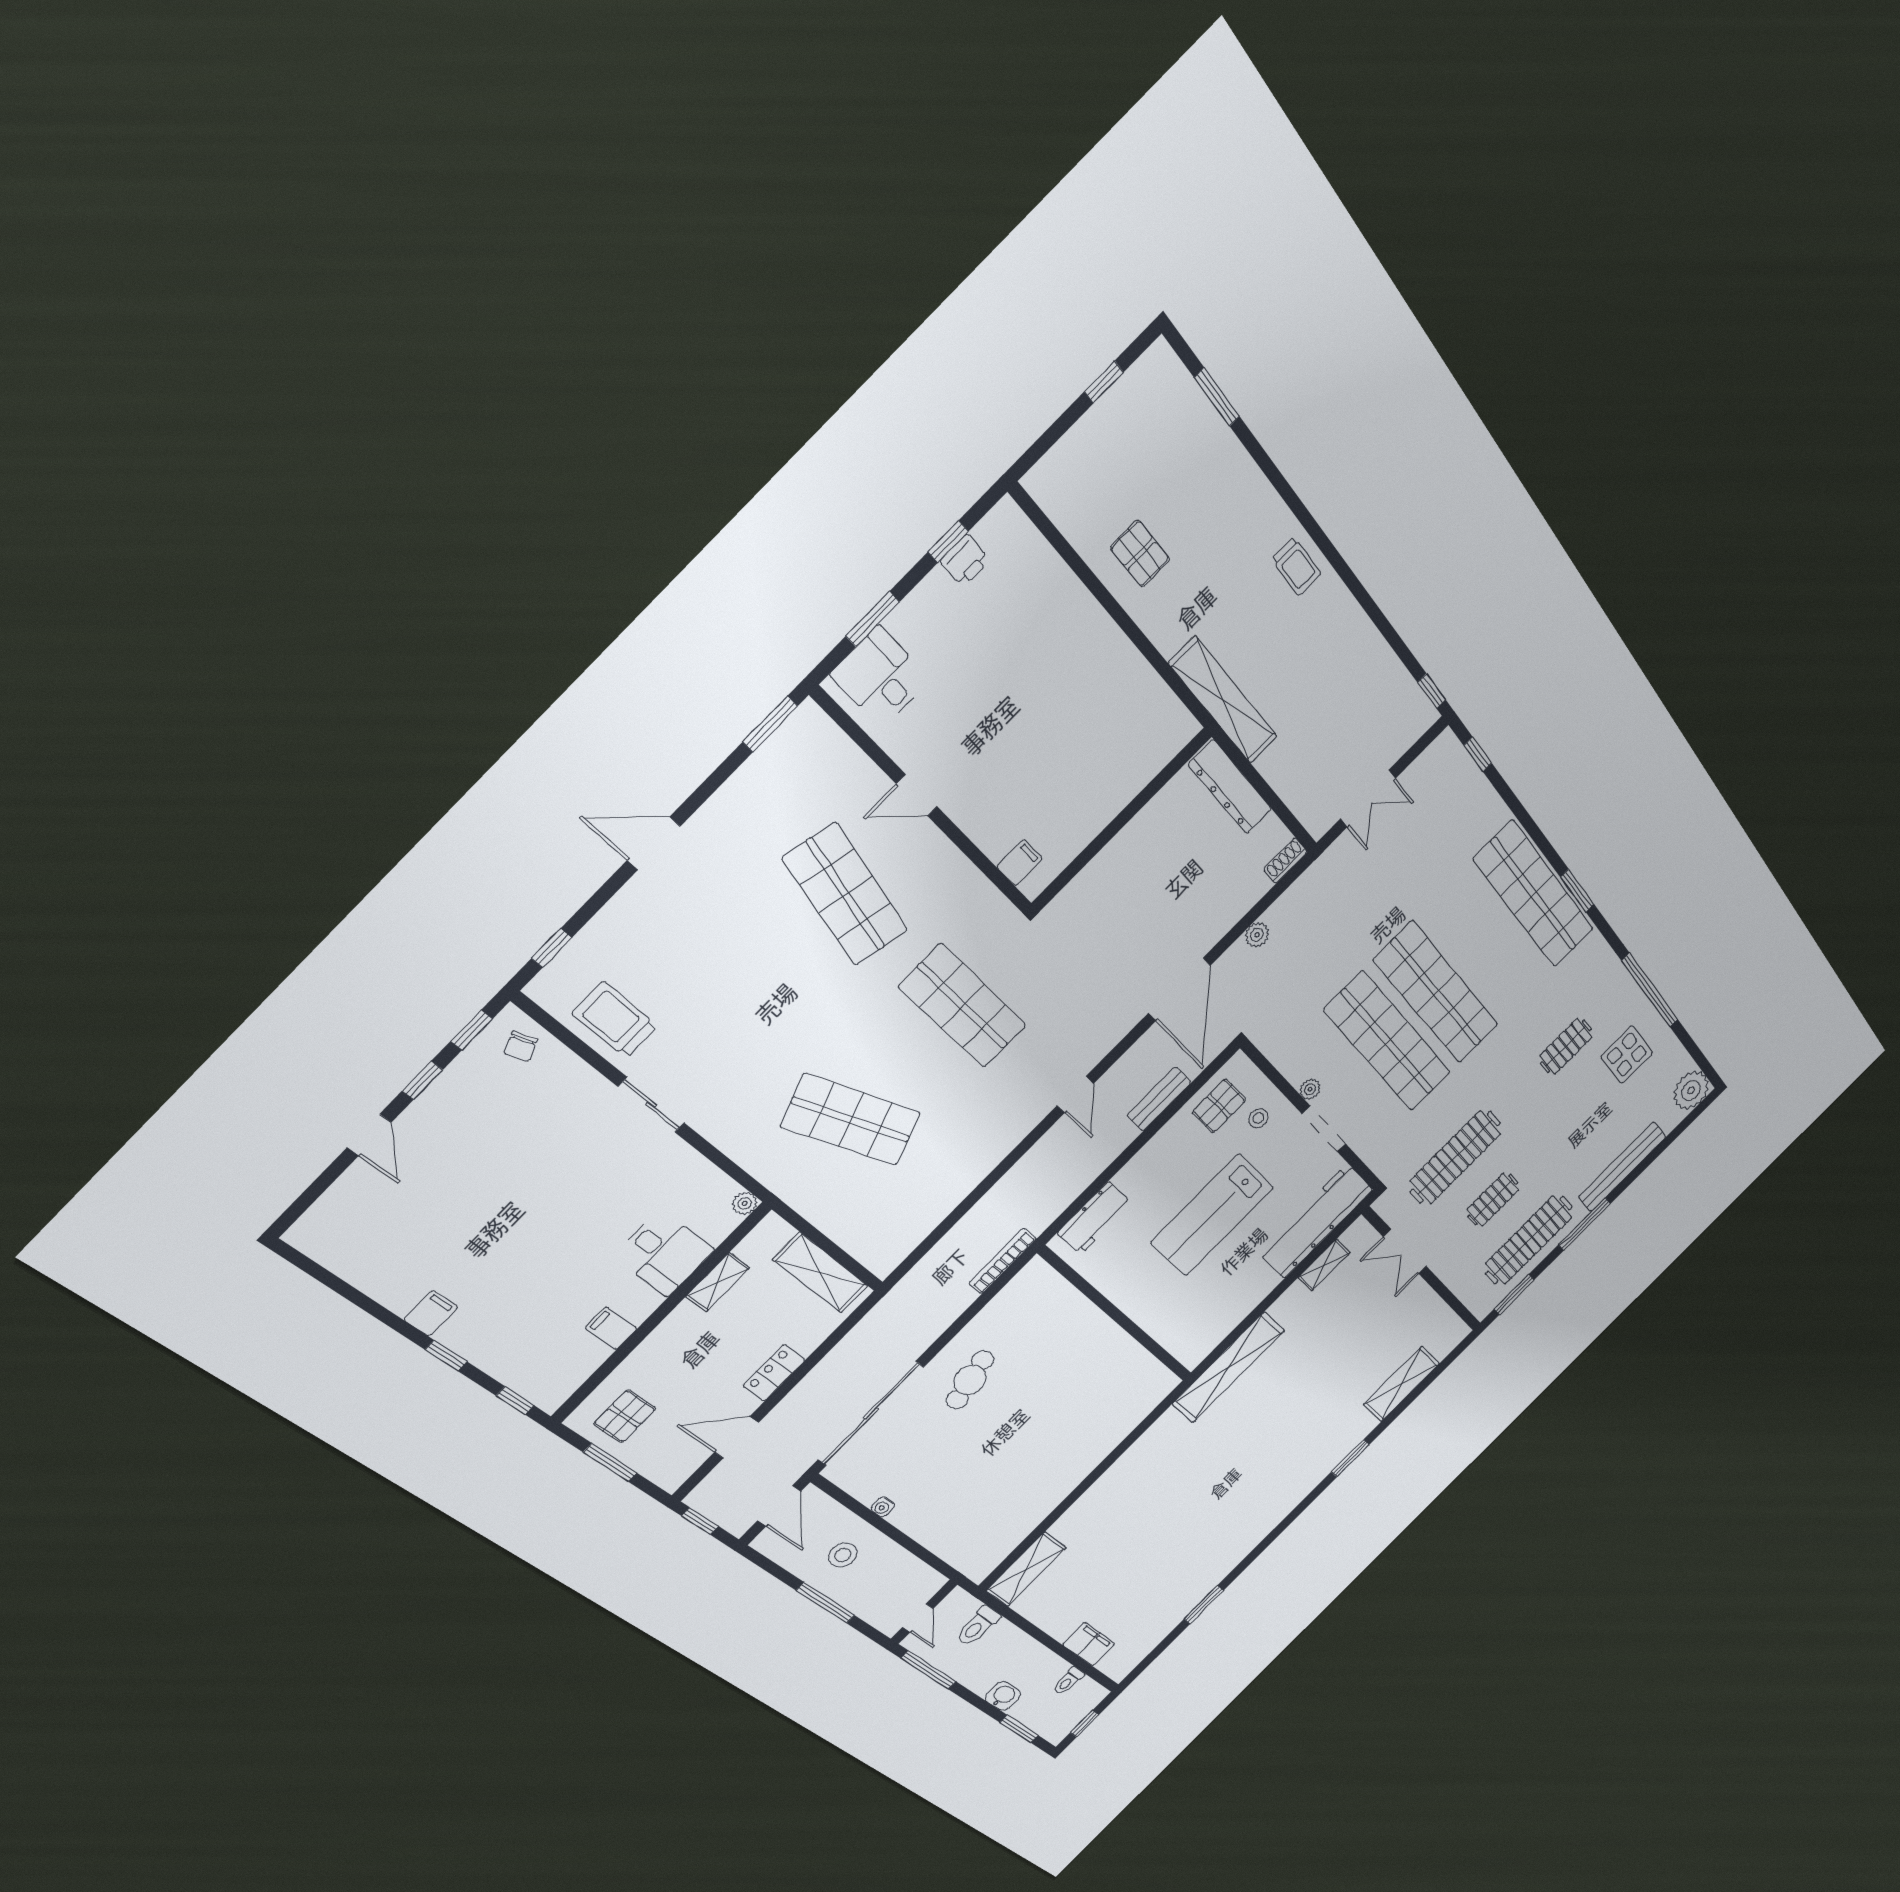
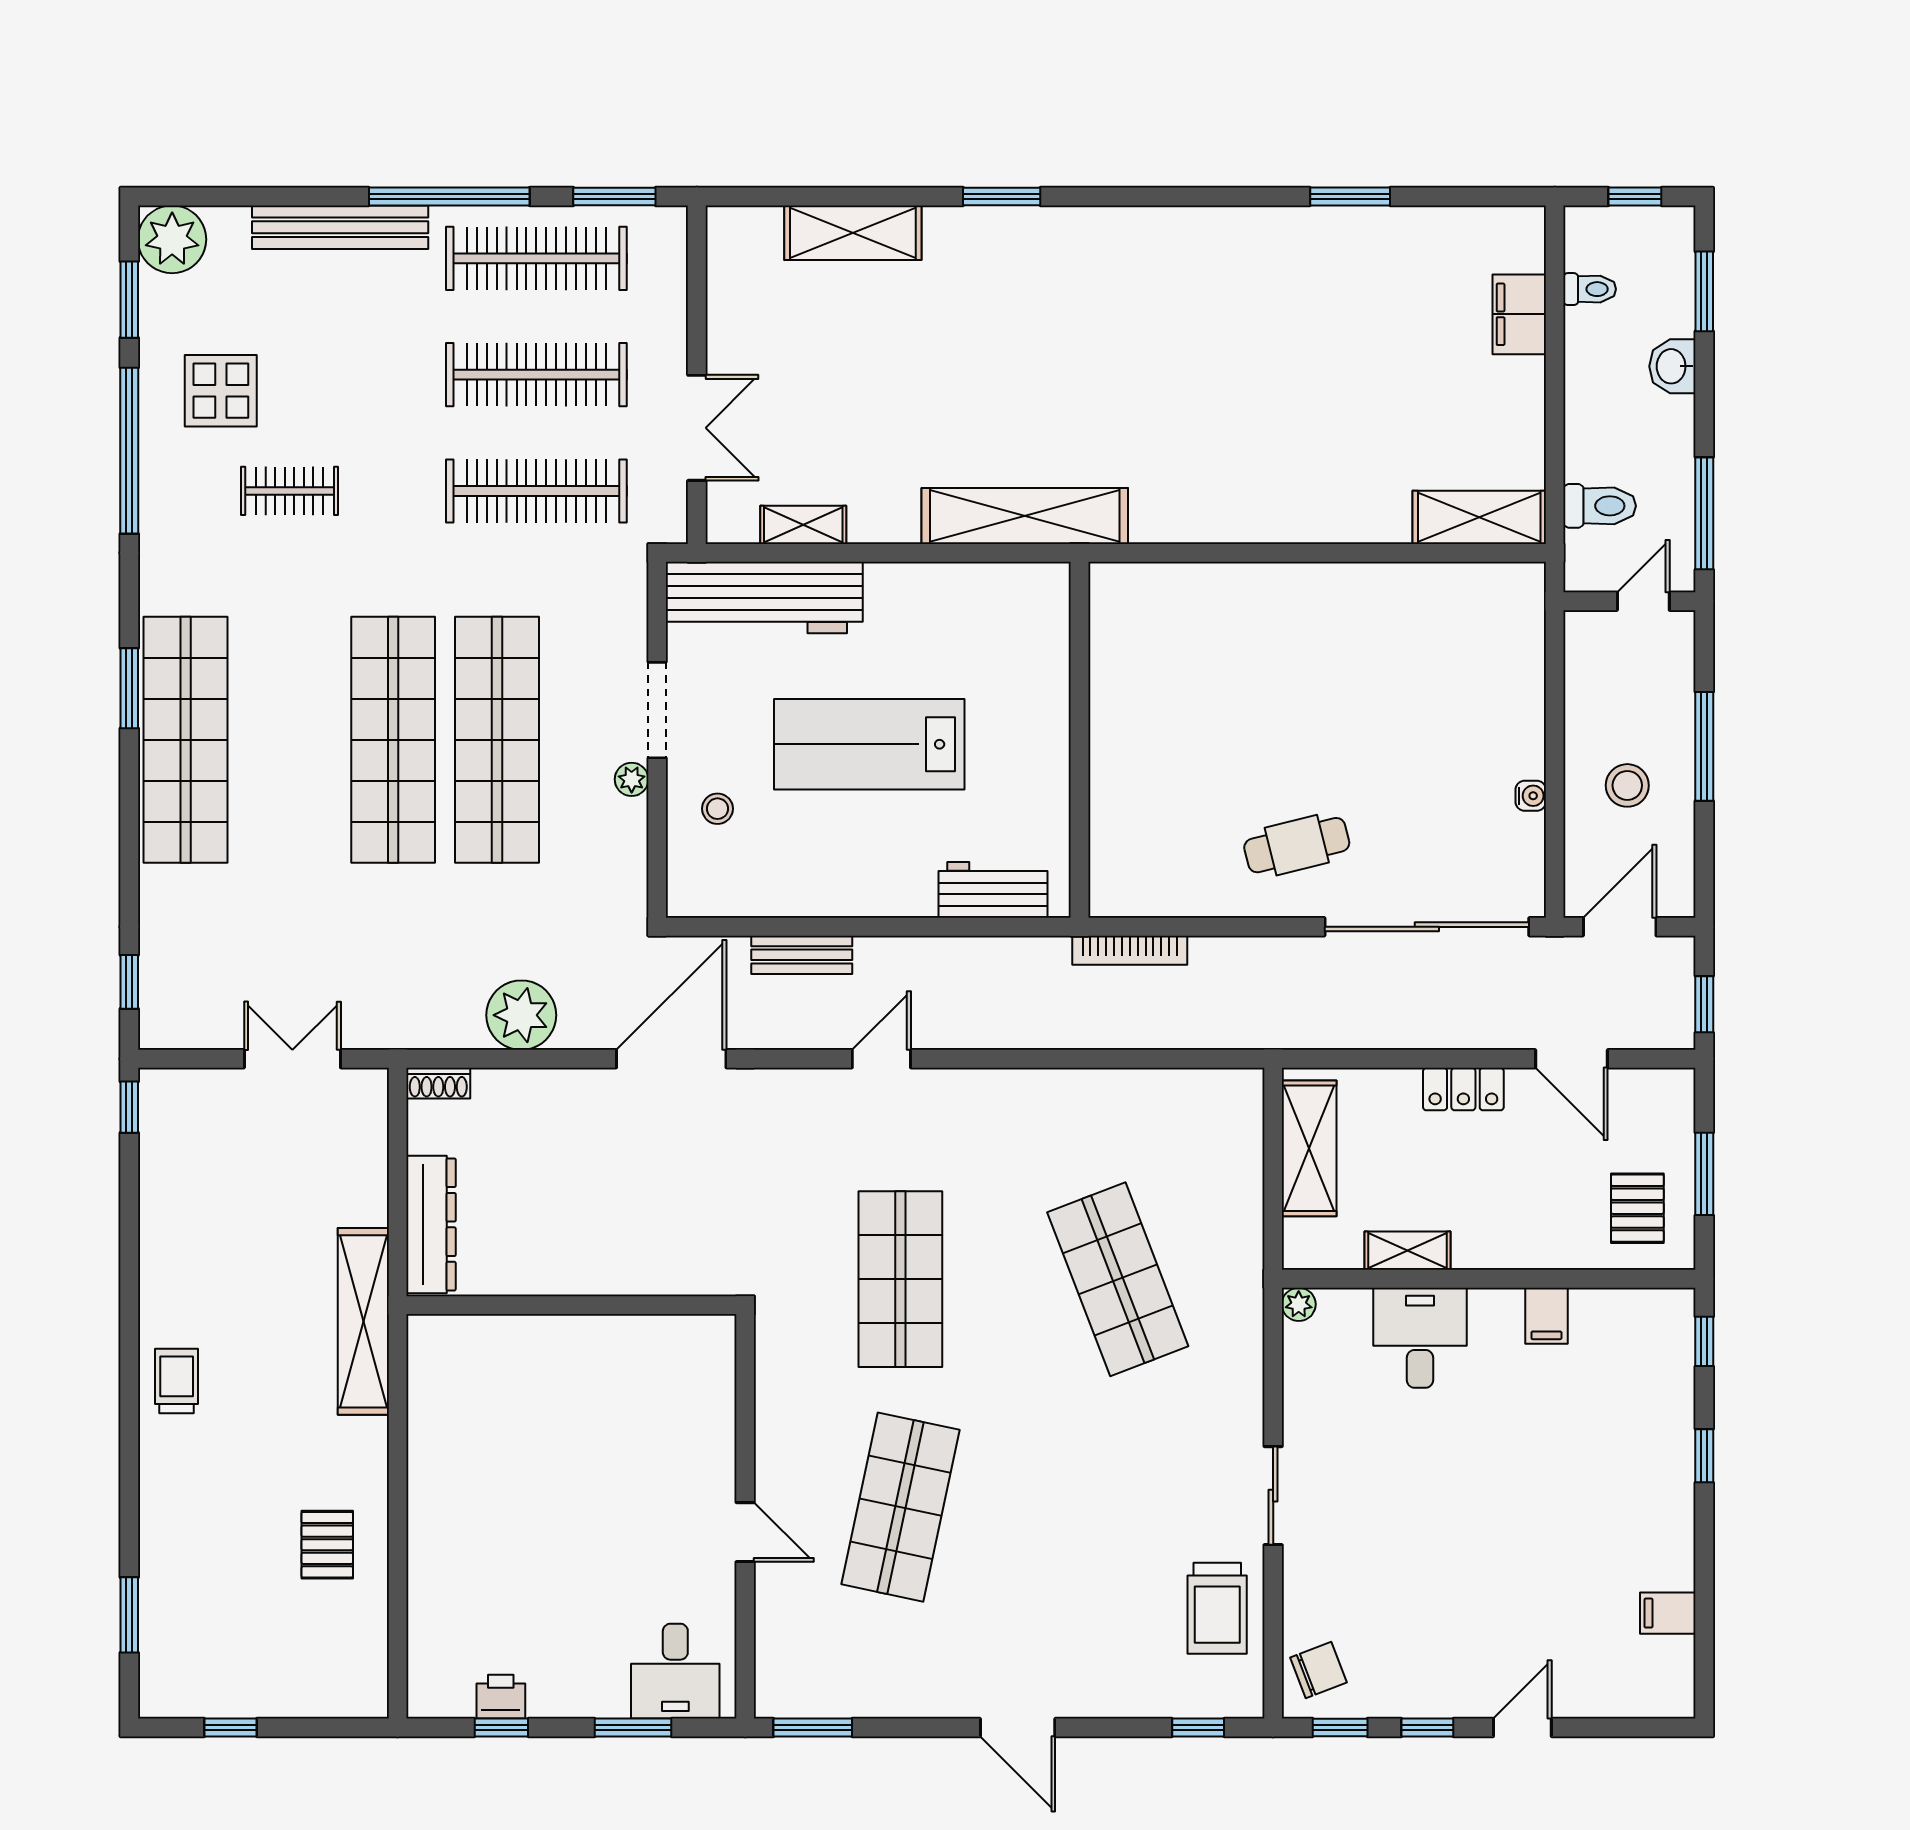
filing cabinet: (1020, 863) -> (710, 1367), removed
plant: (1257, 935) -> (521, 1015), width x1.88, depth x1.88
chair: (521, 1046) -> (1318, 1670), width x1.37, depth x1.37
window: (1693, 1049) -> (129, 300), added
pallet: (1219, 1106) -> (747, 873), removed
clothes rail: (1493, 1200) -> (536, 375), width x1.86, depth x1.31
lab bench: (1212, 1215) -> (869, 744), turned 180
window: (1584, 1224) -> (449, 196), width x1.46
filing cabinet: (431, 1313) -> (1668, 1613), moved
pallet: (625, 1416) -> (1637, 1208), turned 90

